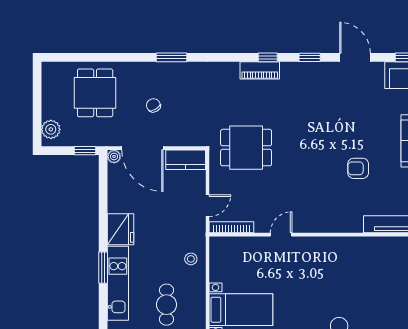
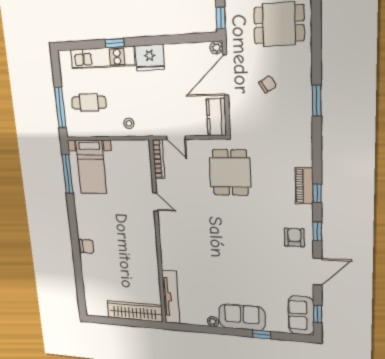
armchair: (358, 168) -> (294, 237), moved
window: (103, 268) -> (115, 43), width x0.67

